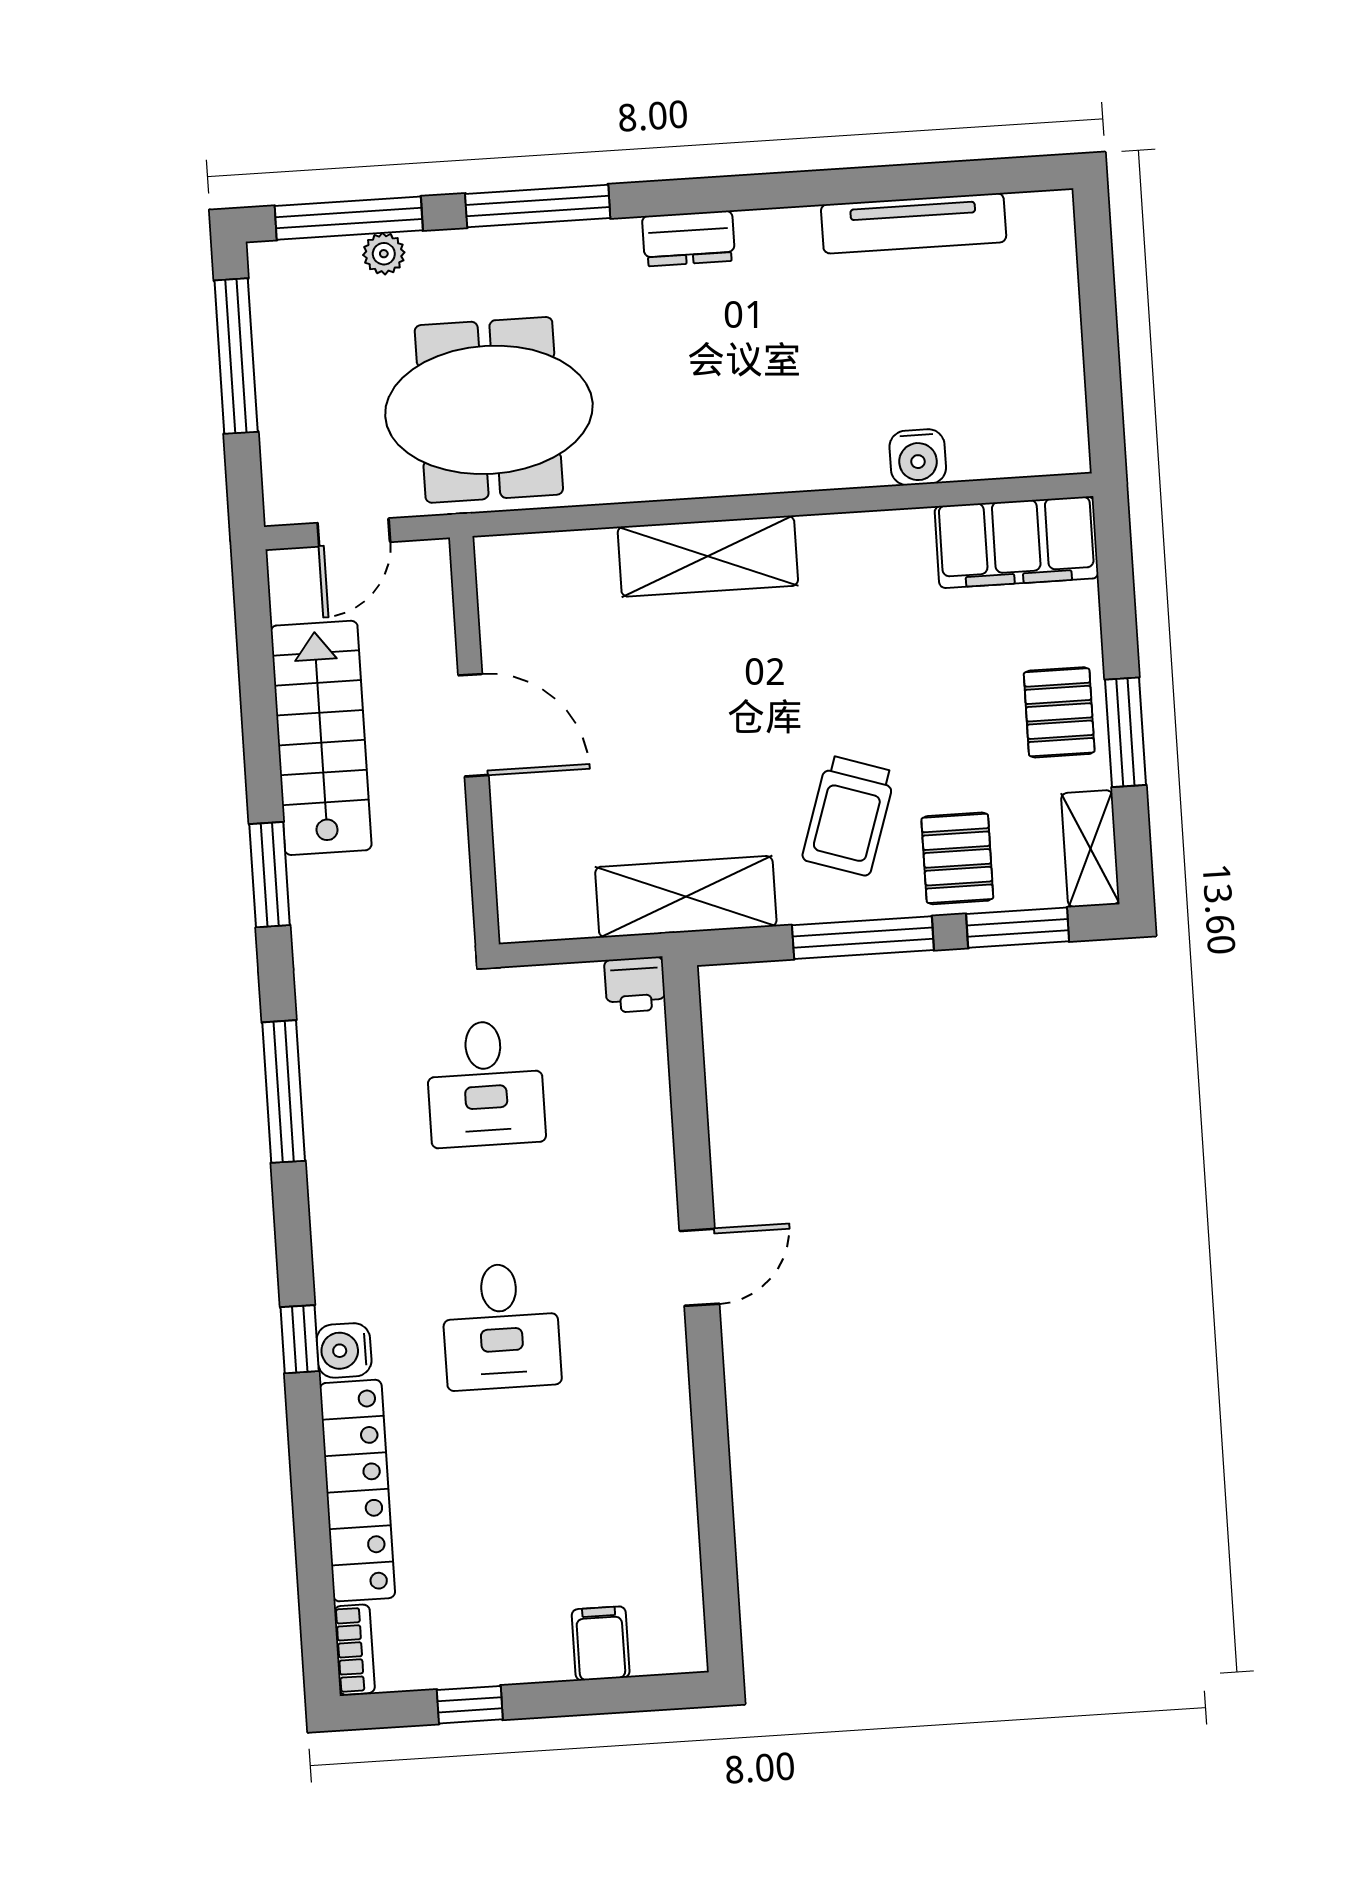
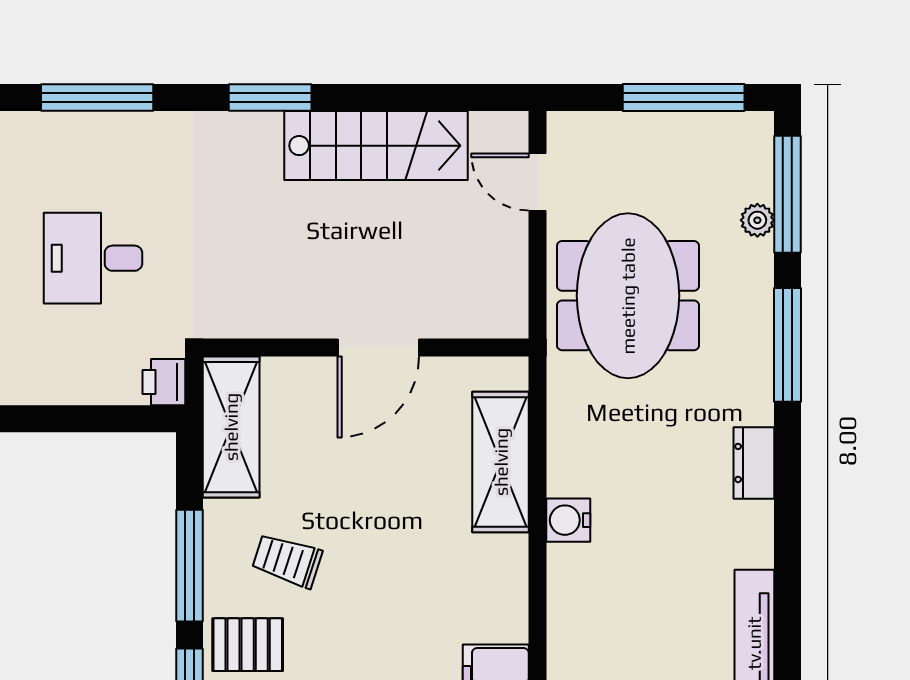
water cooler: (918, 457) -> (568, 520), moved
door: (473, 725) -> (378, 347), moved
wall: (474, 741) -> (366, 347), moved
trolley: (849, 816) -> (287, 561), width x0.73, depth x0.72

